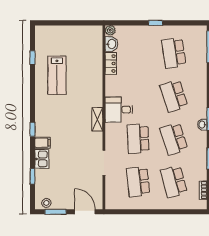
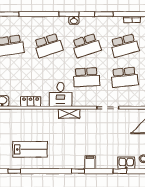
locker: (111, 64) -> (31, 102), moved
kitchen sink: (42, 159) -> (126, 163), moved

